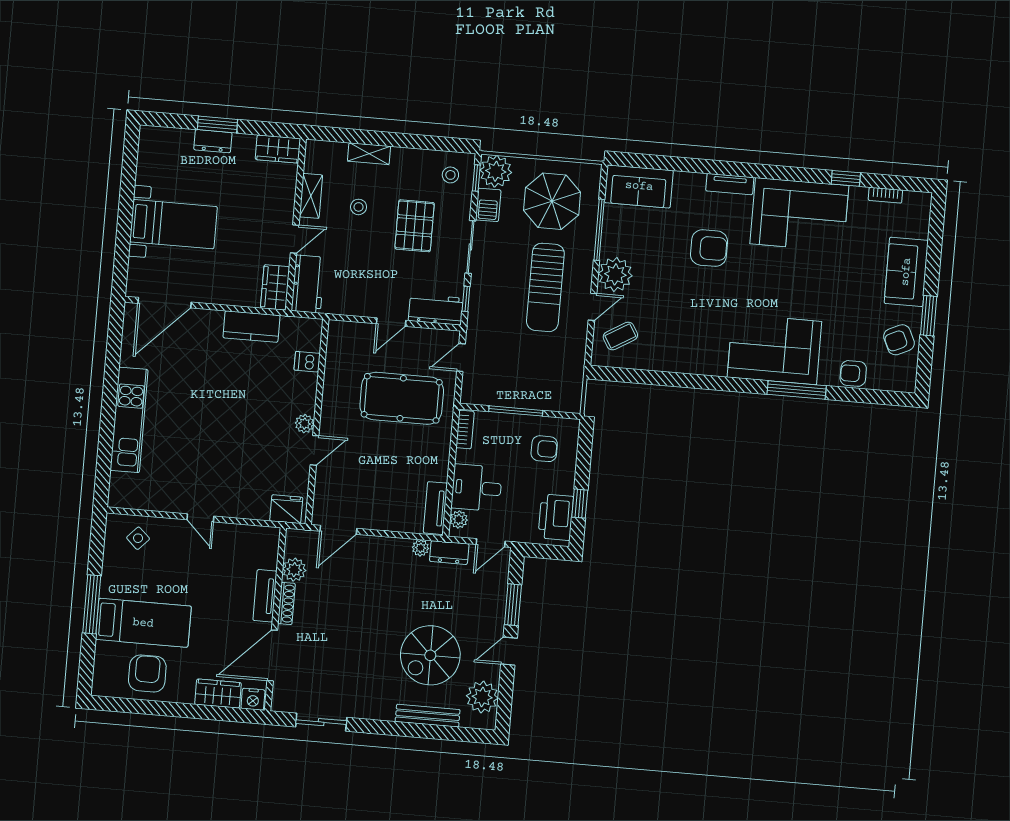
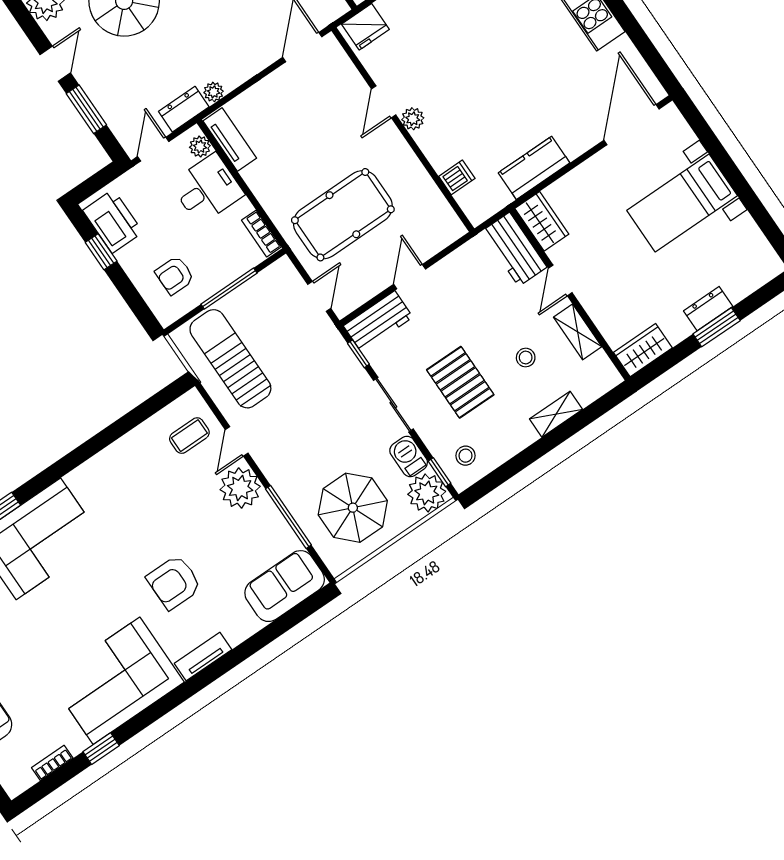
sun lounger: (545, 287) -> (230, 359), moved
coffee table: (620, 336) -> (189, 436), turned 31

